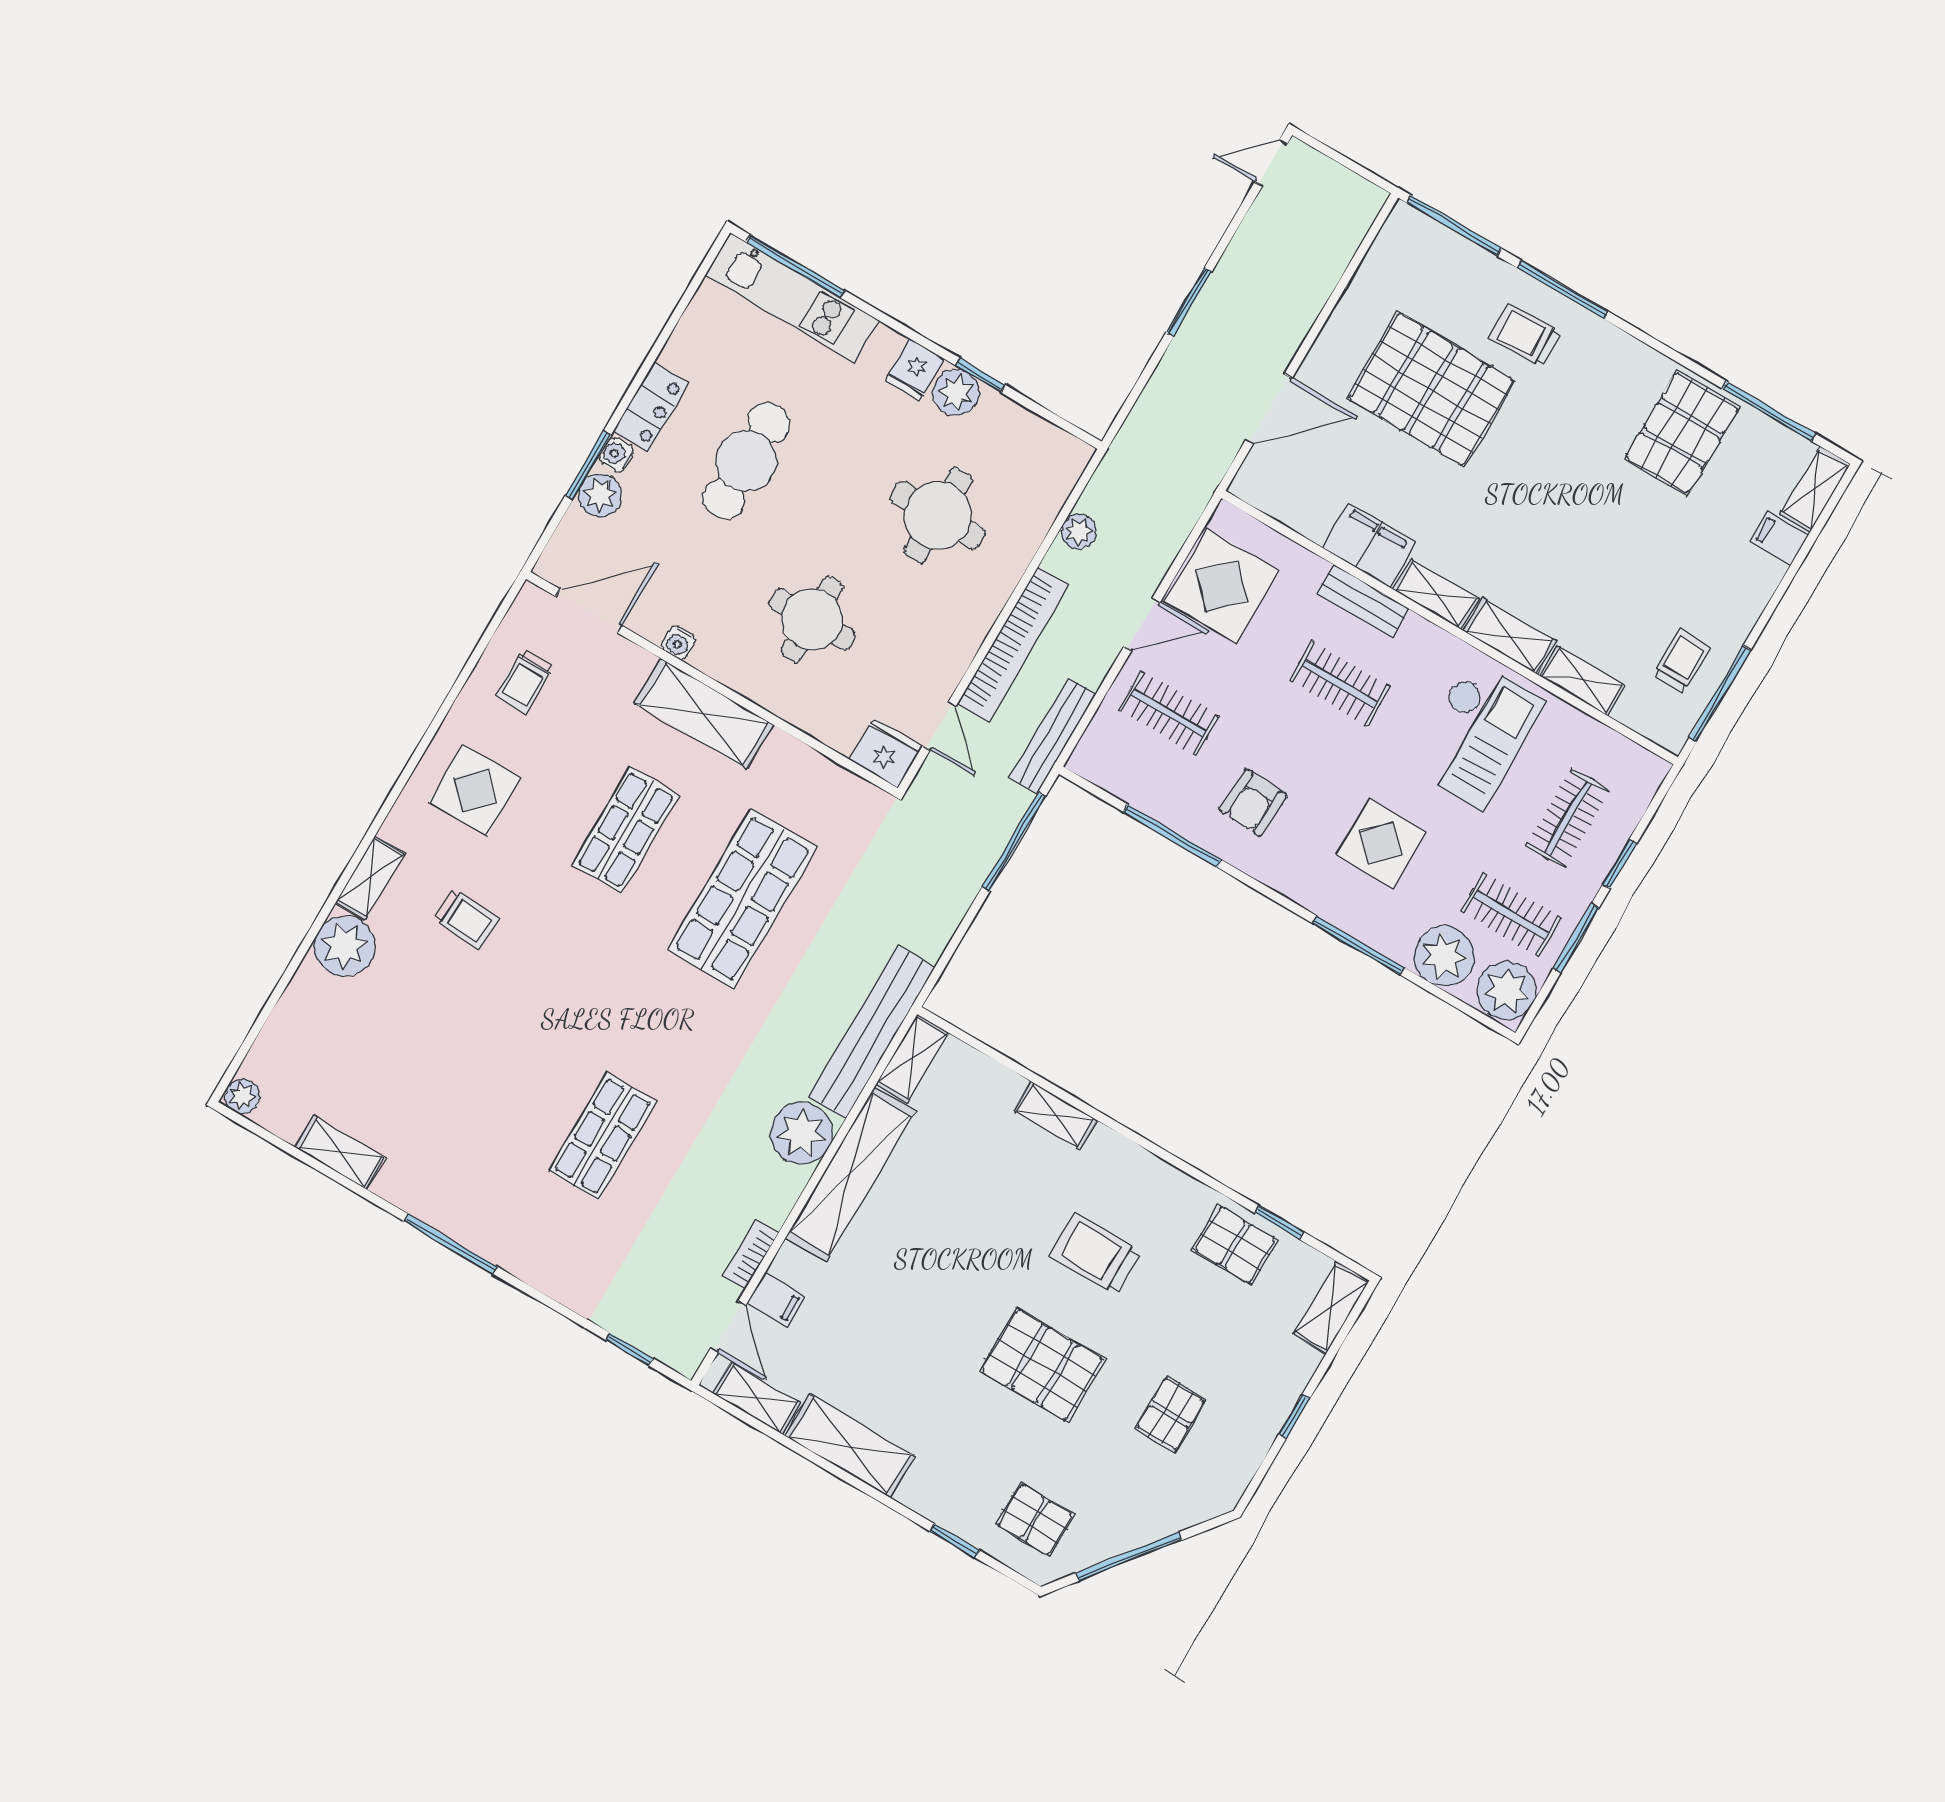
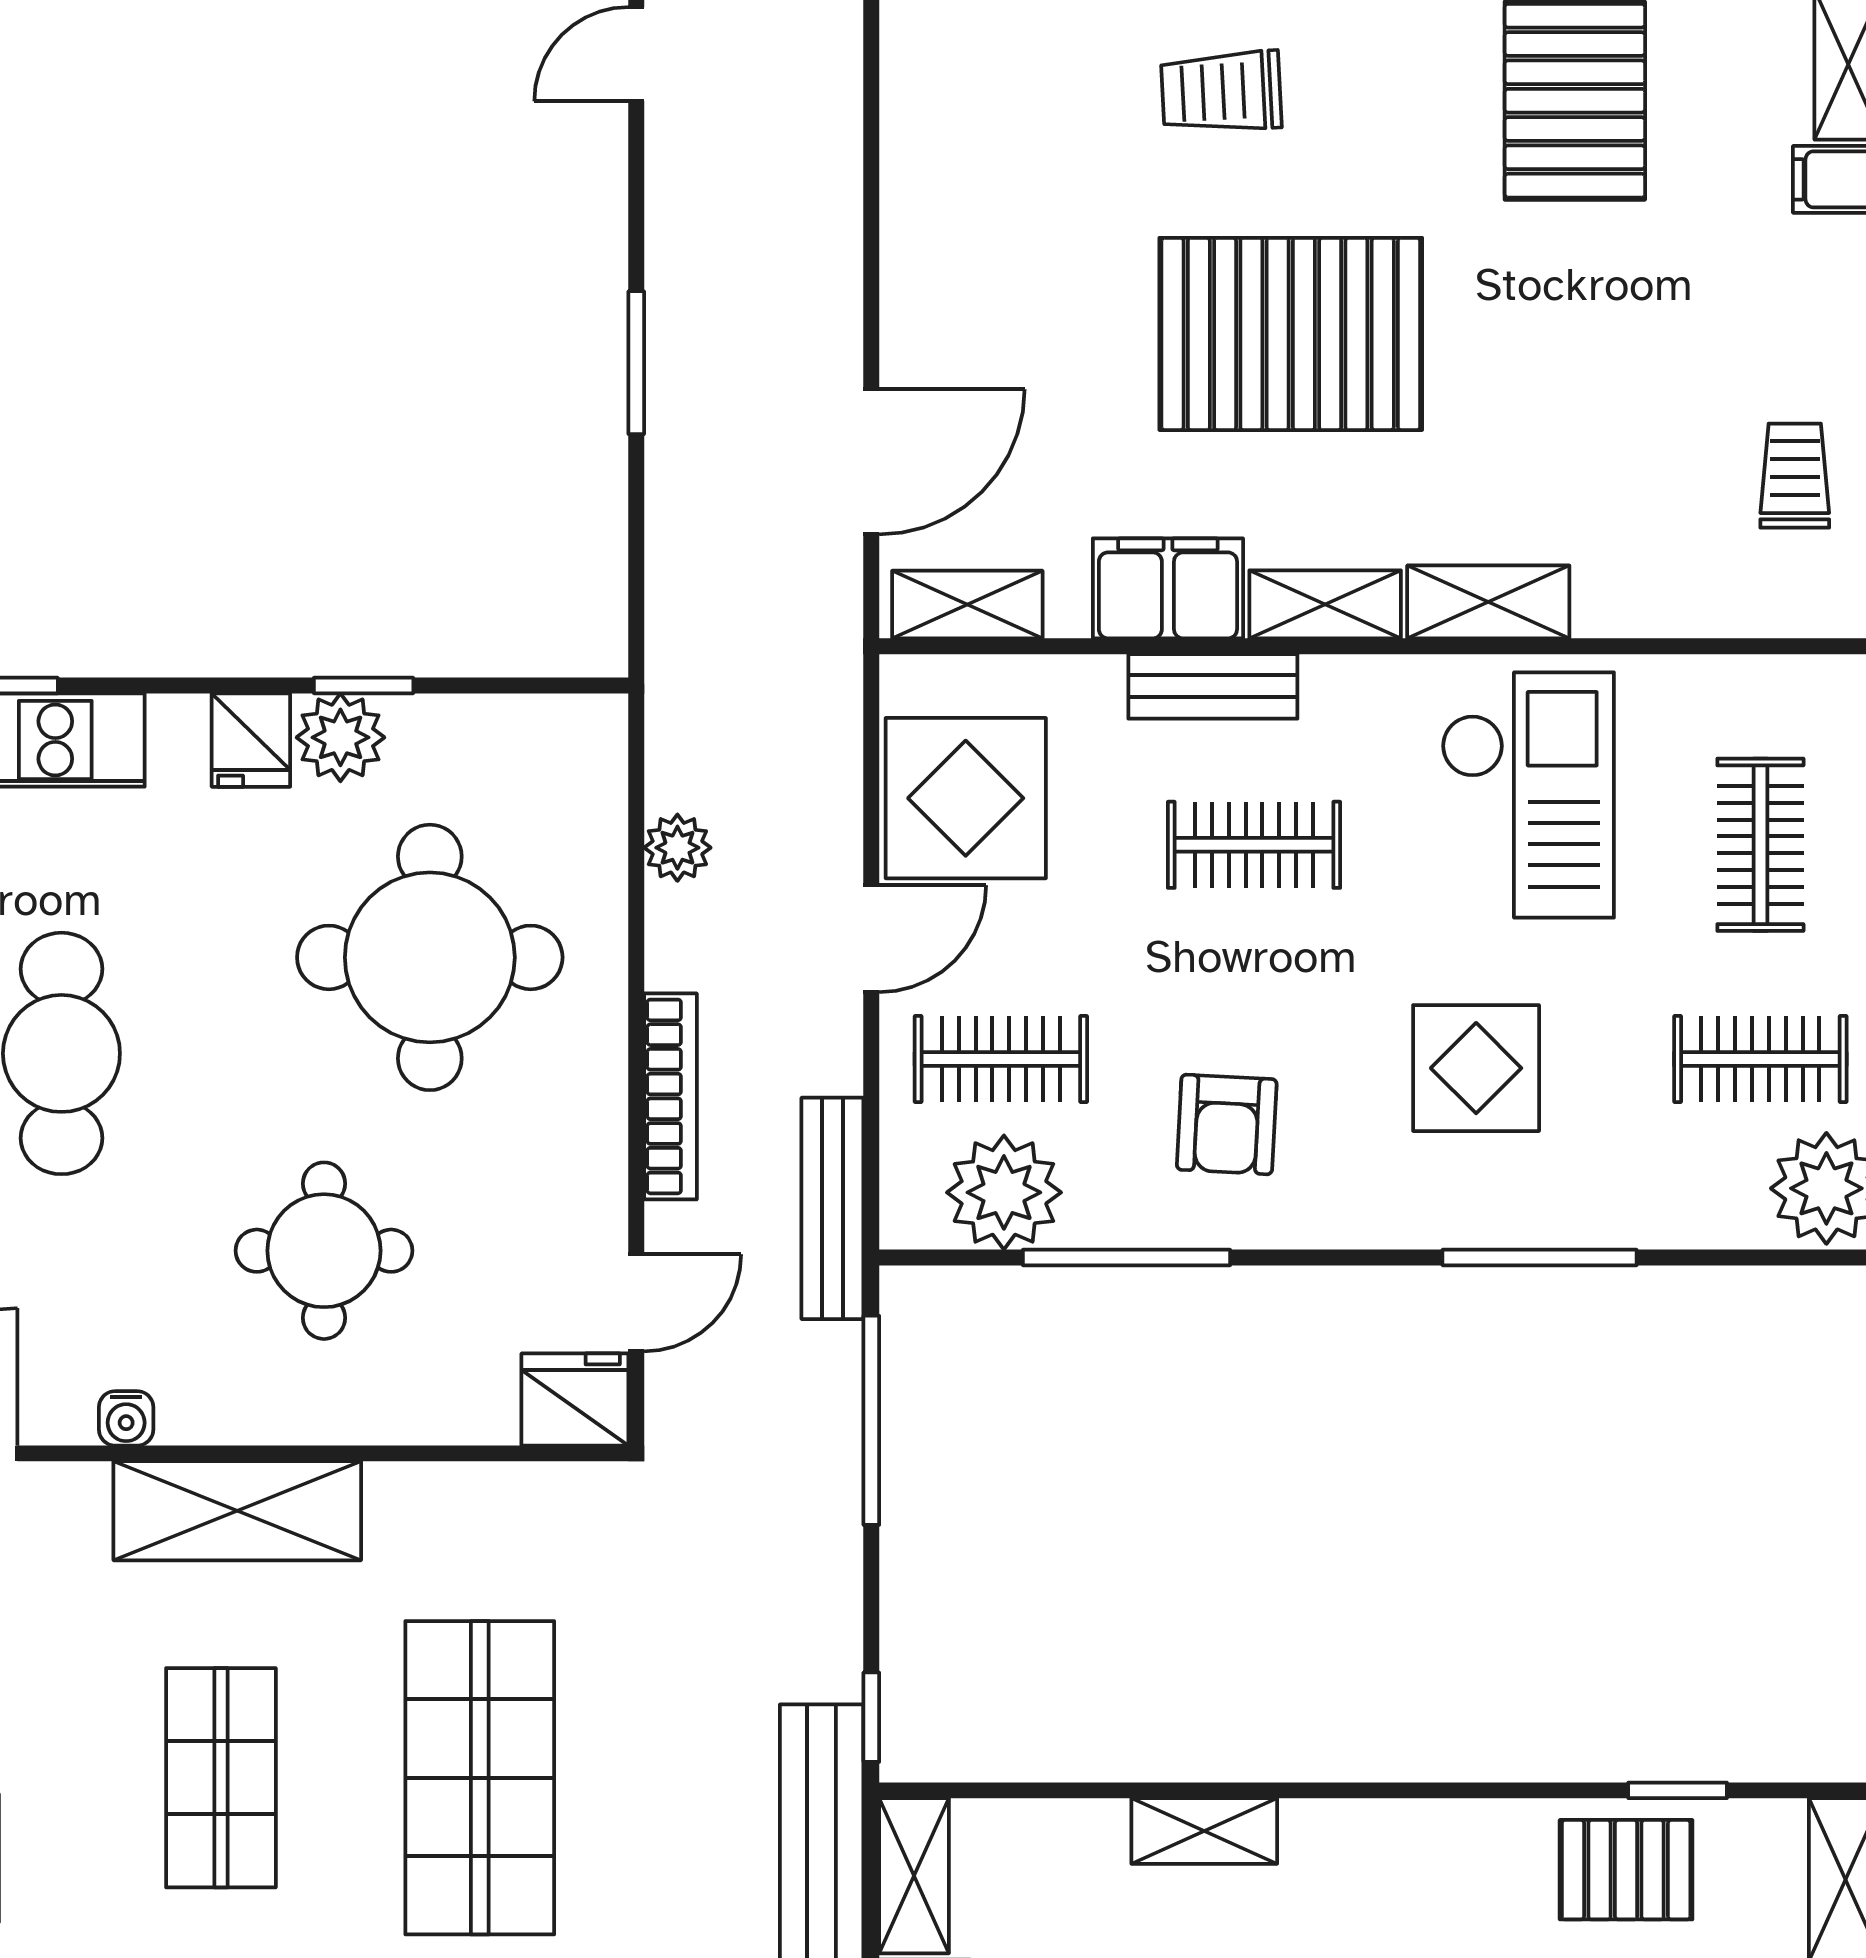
pallet: (1431, 389) -> (1291, 334), moved
round table: (938, 515) -> (430, 957), width x1.36, depth x1.36
bookcase: (1013, 644) -> (670, 1096), width x0.68, depth x0.76
shelving: (1582, 681) -> (967, 605), moved
door: (939, 726) -> (636, 1303), hinge flipped
plant: (1444, 956) -> (1004, 1192), moved
window: (935, 975) -> (871, 1717), added

